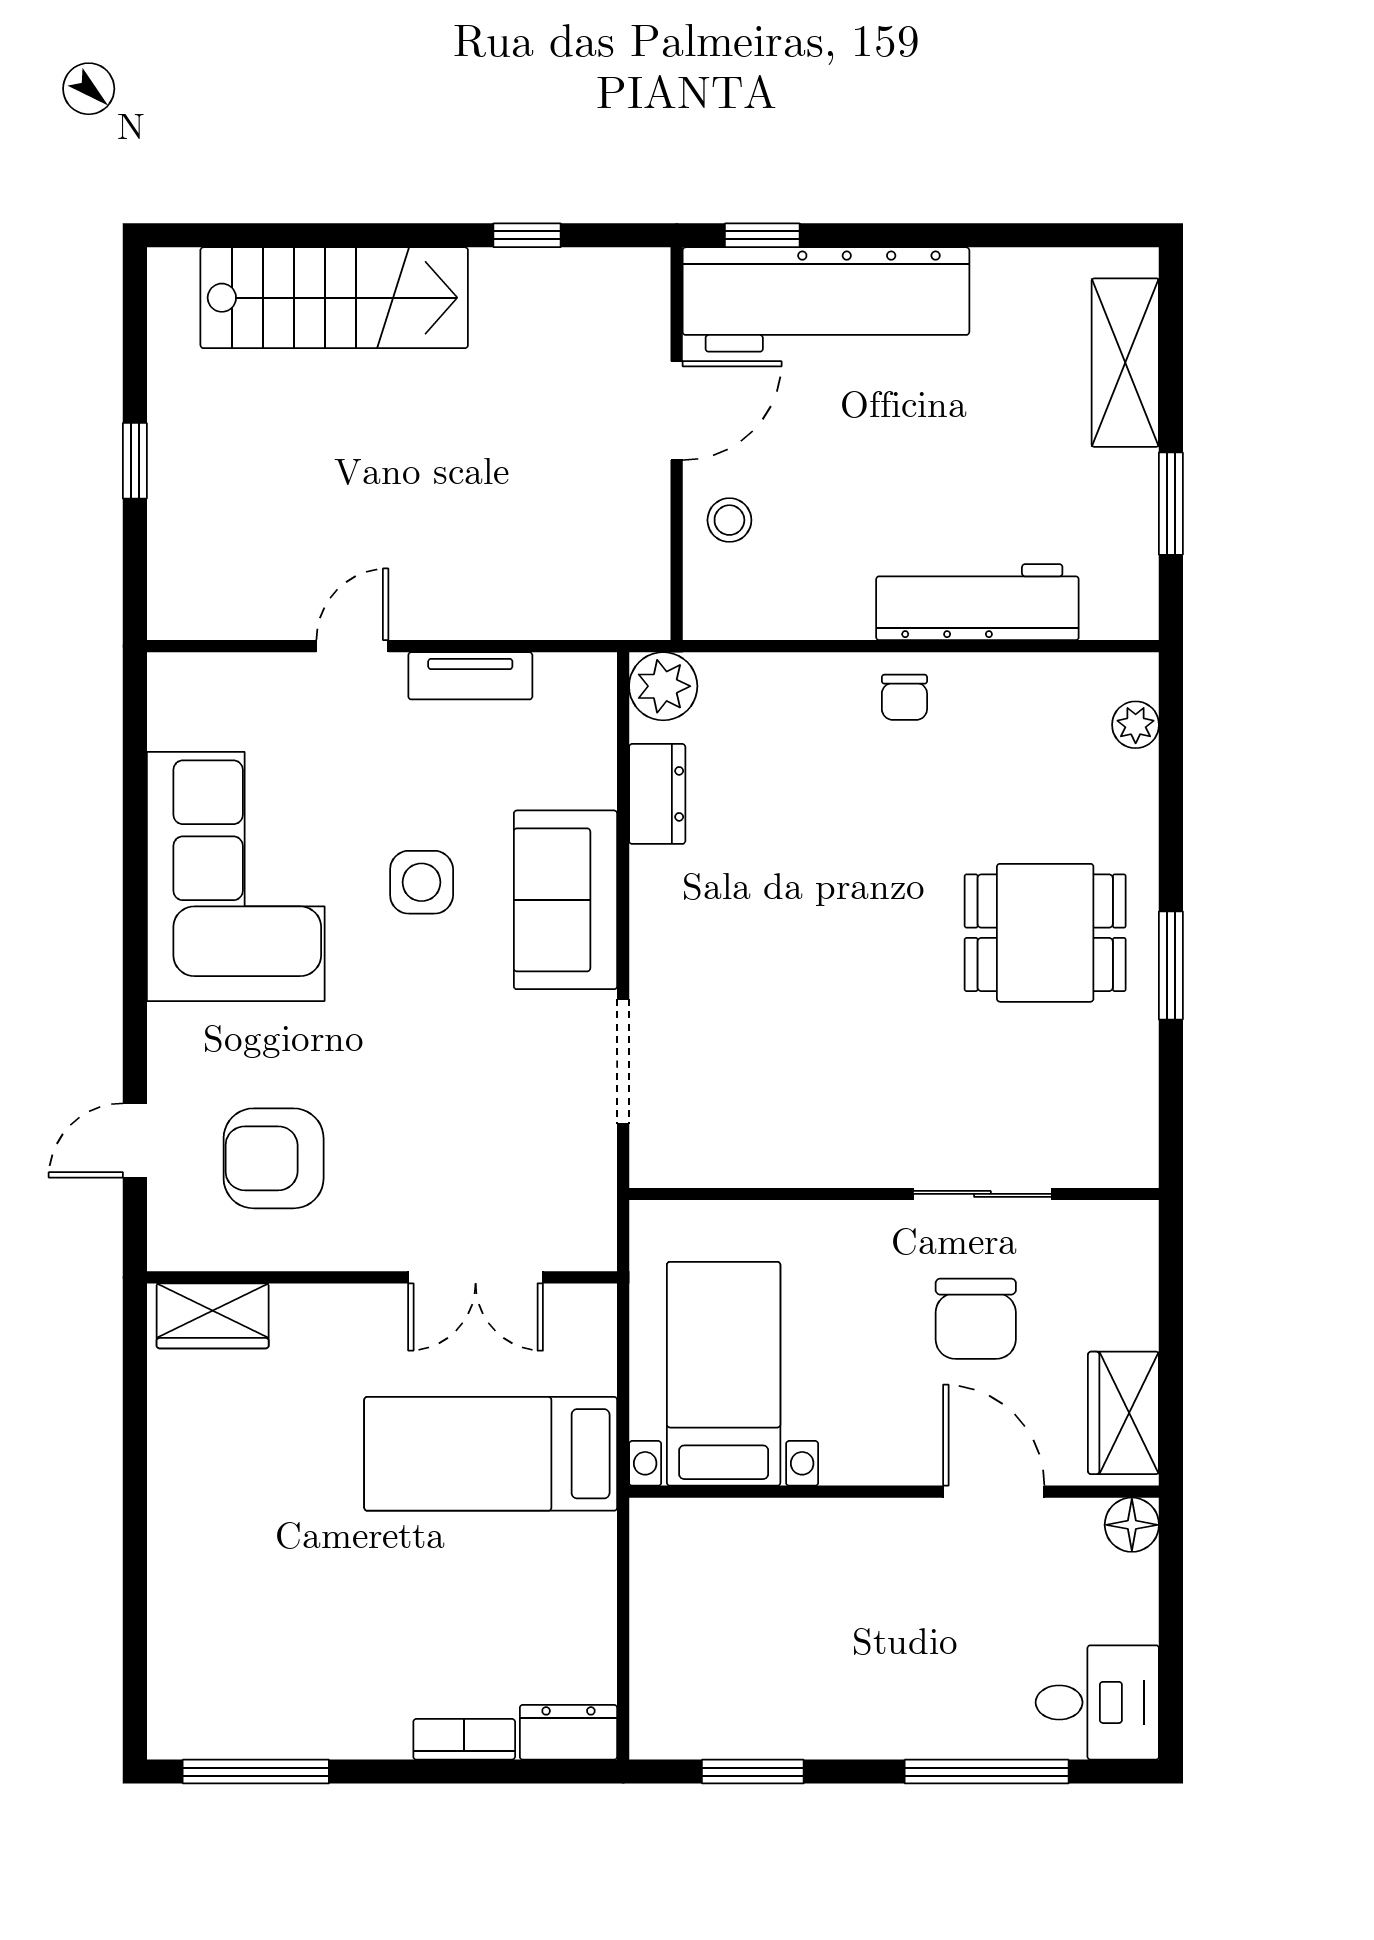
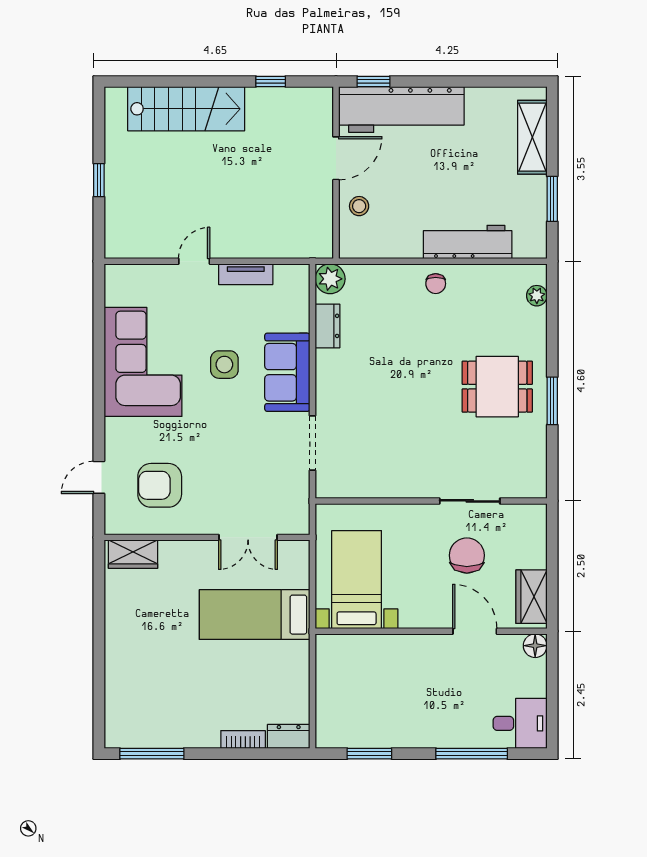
chair: (976, 1319) -> (467, 555), turned 180

